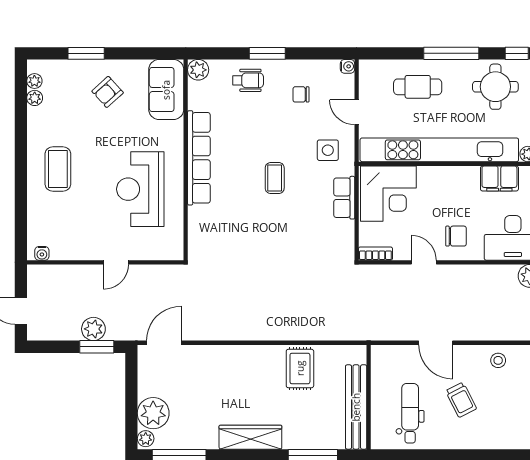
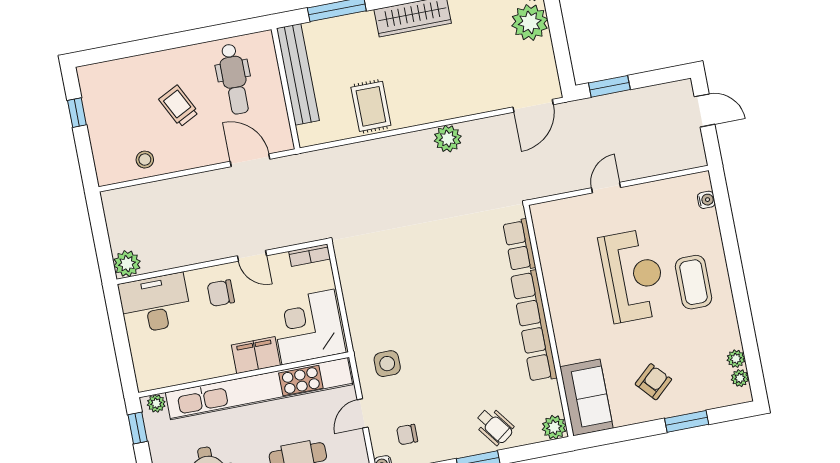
wheelchair: (248, 80) -> (494, 426), turned -127
chair: (301, 94) -> (407, 435), moved, turned 180
door: (357, 112) -> (363, 413), swing flipped
coffee table: (275, 178) -> (442, 320), removed
filing cabinet: (499, 178) -> (256, 355), moved
reception desk: (140, 189) -> (633, 276), moved
row of seats: (344, 198) -> (519, 245), moved, turned 180
water cooler: (42, 253) -> (706, 200), moved, turned 90
plant: (93, 329) -> (448, 139), moved
door: (436, 343) -> (250, 160), moved

